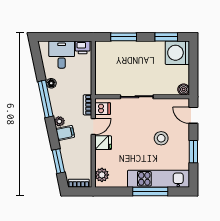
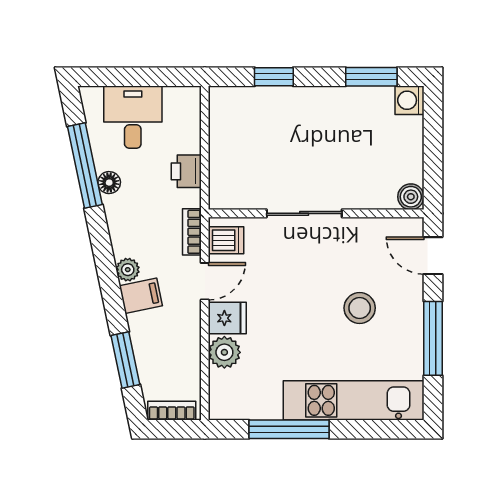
window: (124, 37) -> (274, 77), width x0.67
printer: (83, 47) -> (186, 171), moved, turned 90
washing machine: (177, 53) -> (409, 100), width x0.53, depth x0.53
window: (45, 99) -> (85, 165), moved
window: (193, 152) -> (433, 338), width x1.44
plant: (102, 175) -> (224, 352), moved
window: (150, 191) -> (289, 429), moved

